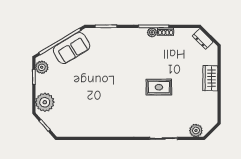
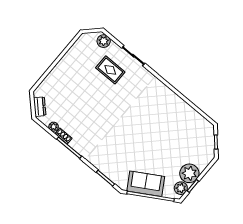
plant: (152, 32) -> (54, 127), moved
wardrobe: (210, 78) -> (59, 72), removed
rug: (159, 87) -> (110, 70), moved
plant: (45, 102) -> (189, 173), moved

